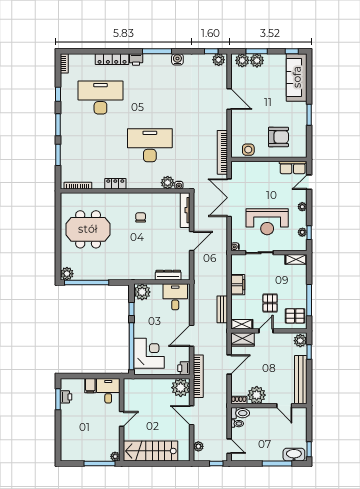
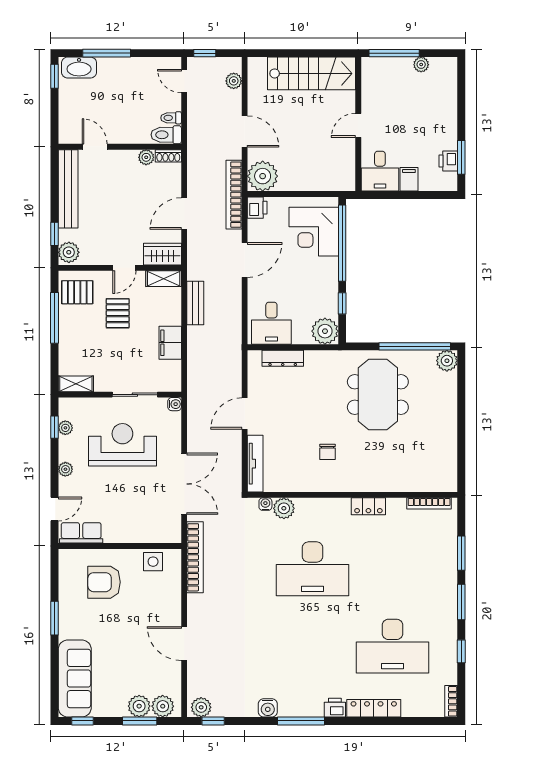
meeting table: (88, 229) -> (378, 395), moved, turned 90
plant: (257, 395) -> (146, 157), width x0.53, depth x0.53
plant: (115, 456) -> (421, 65), moved

